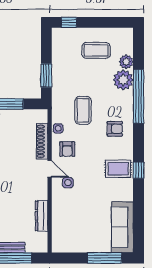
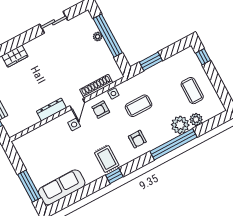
dresser: (42, 216) -> (51, 110), moved

